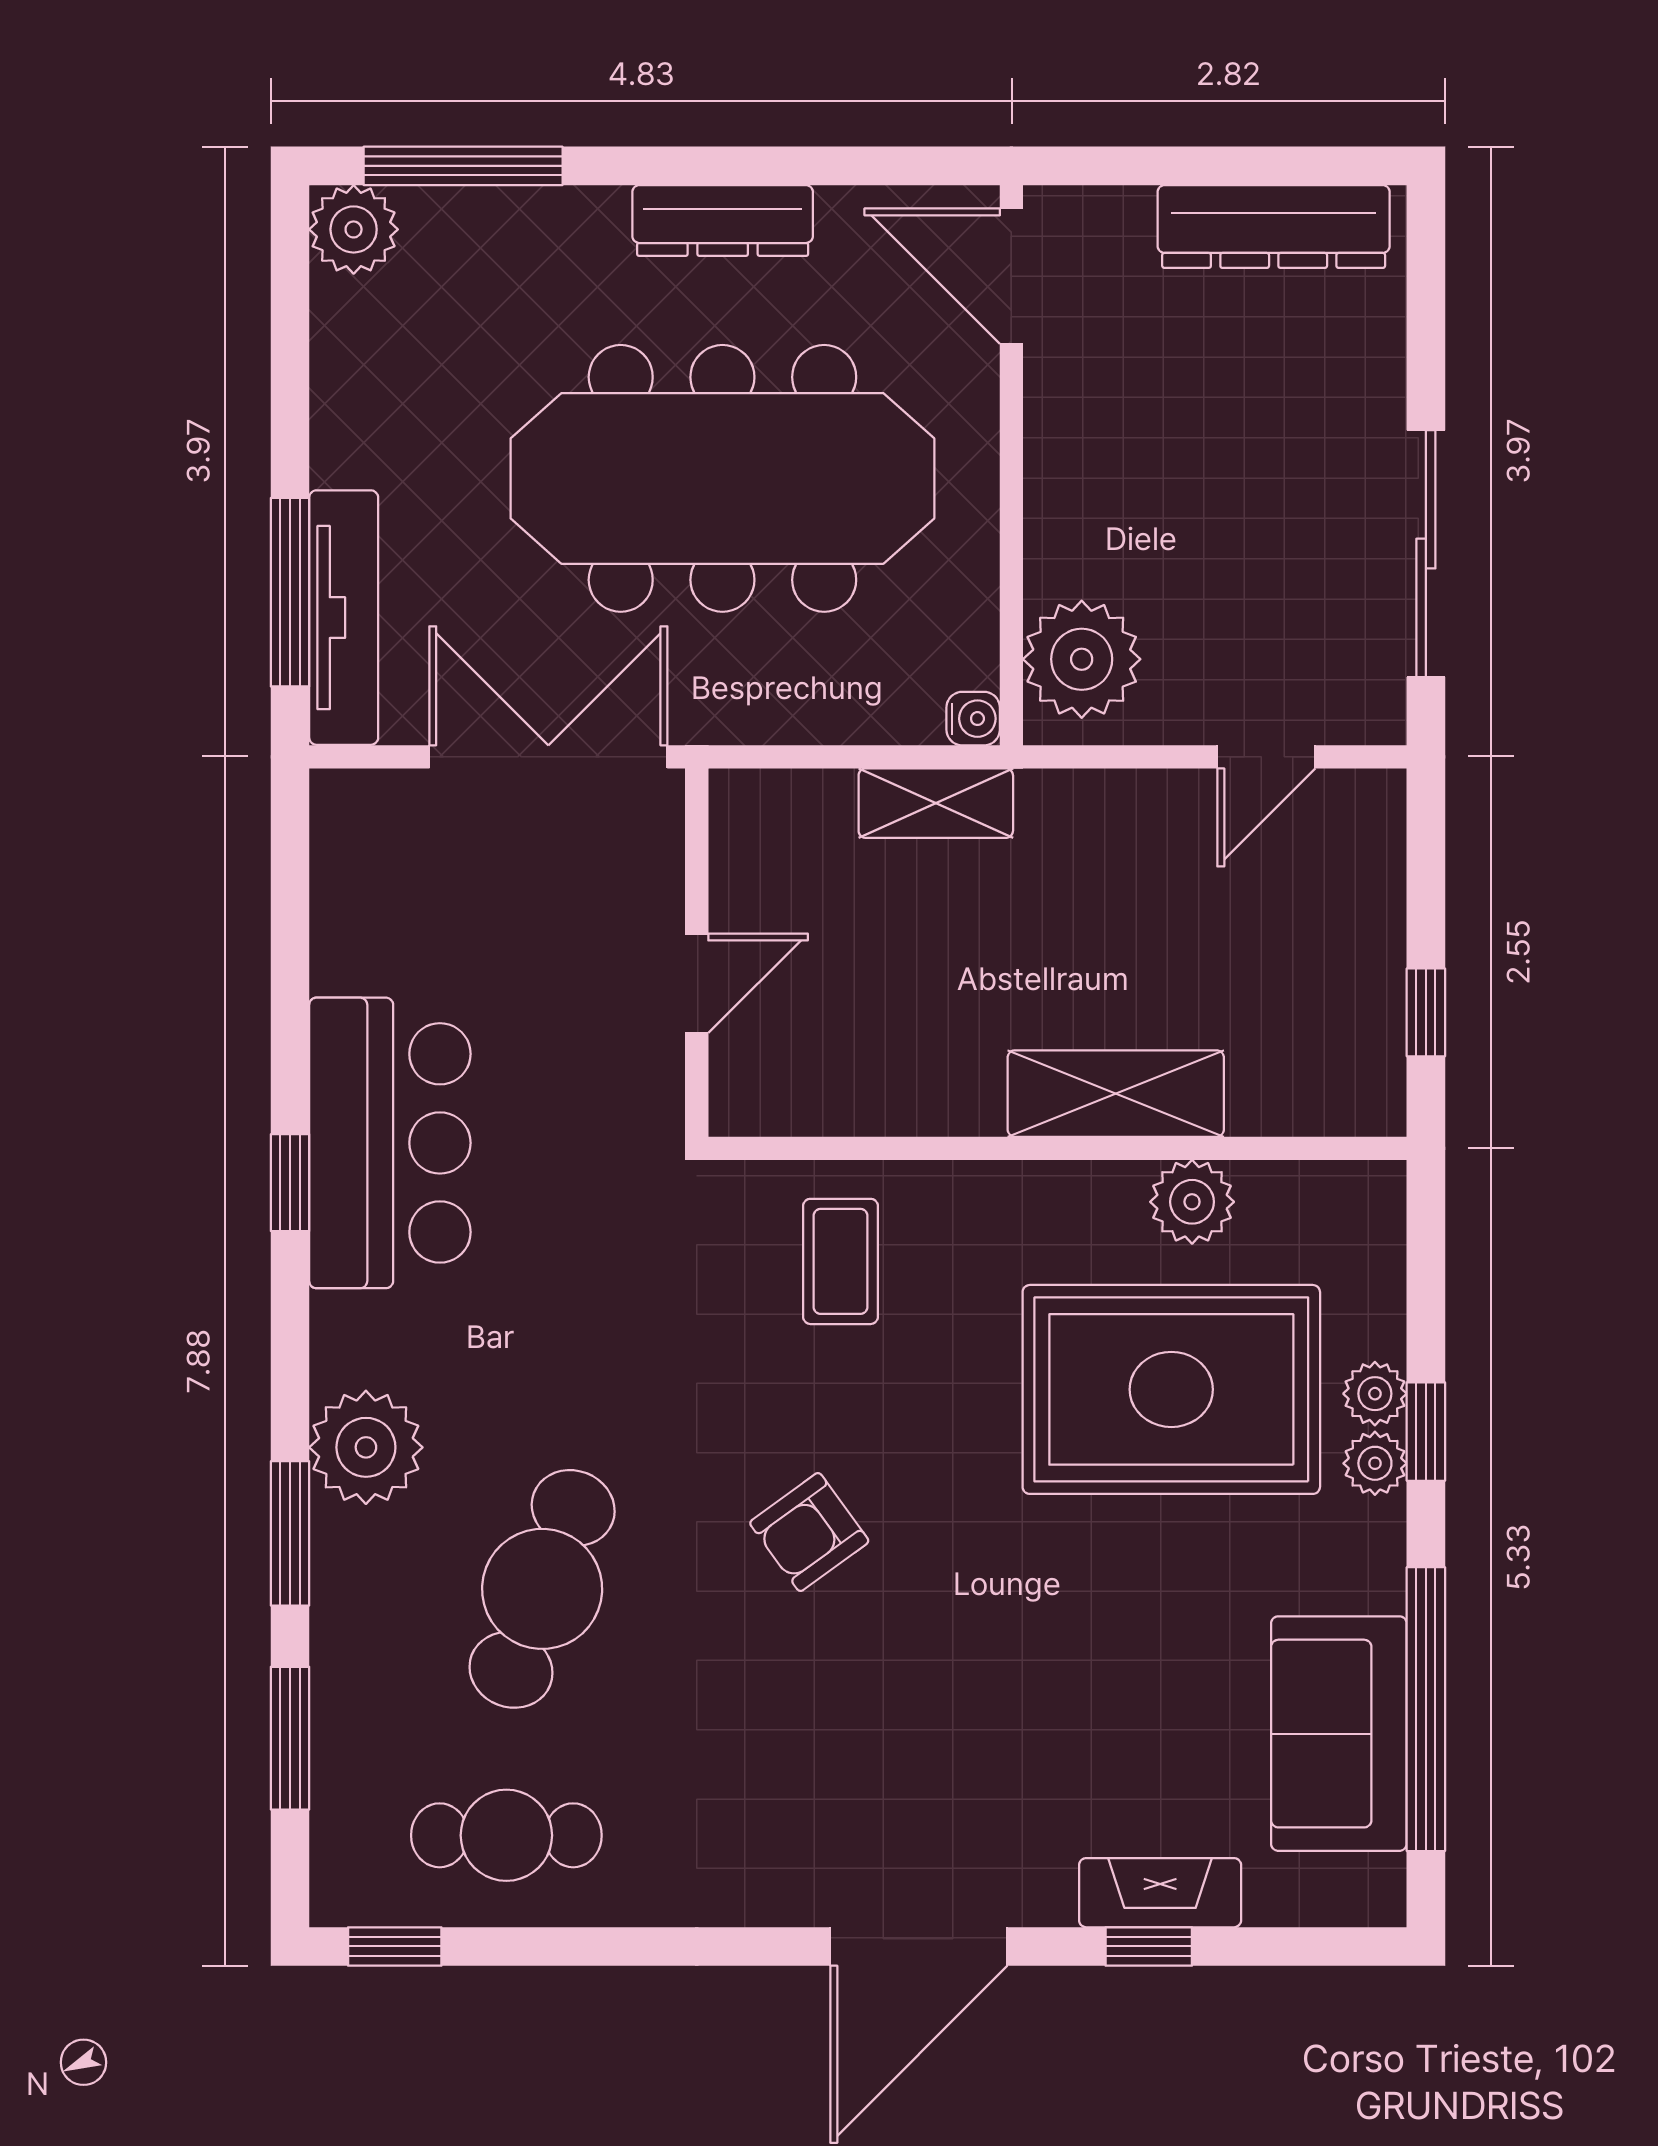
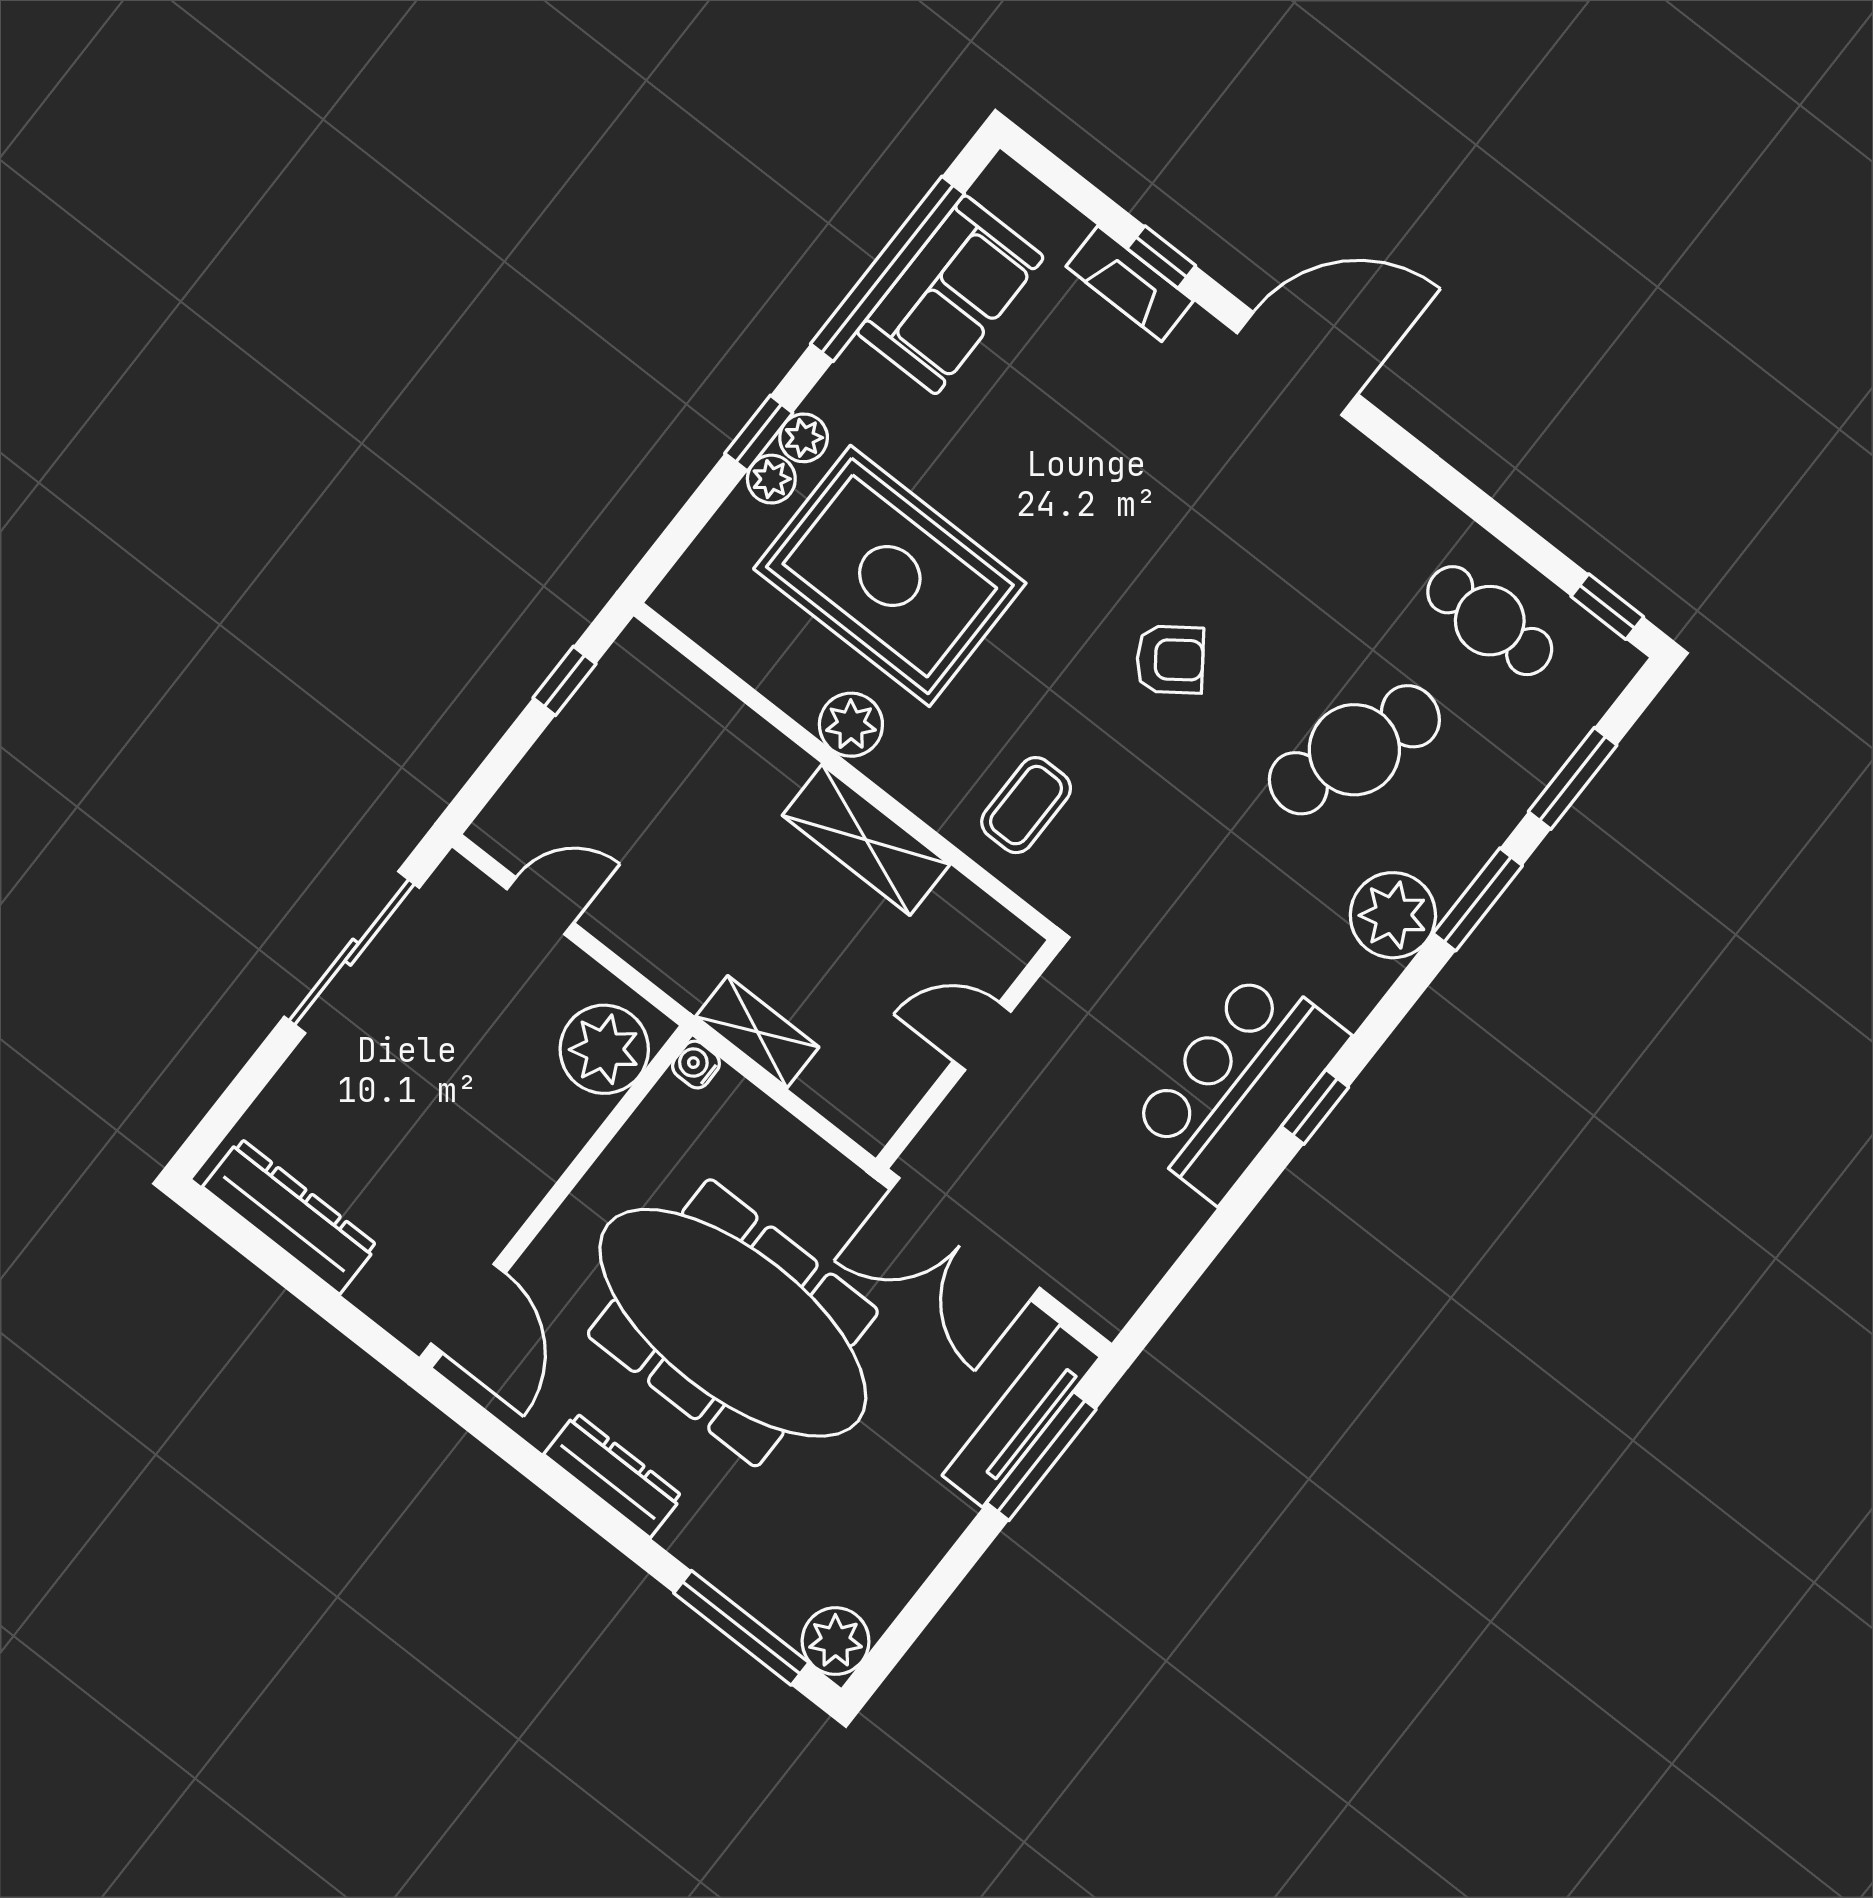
shelving: (1116, 1094) -> (866, 840), moved
plant: (1192, 1202) -> (851, 725), moved

